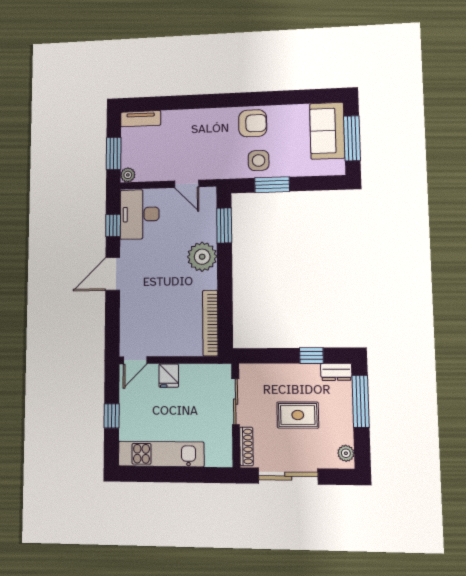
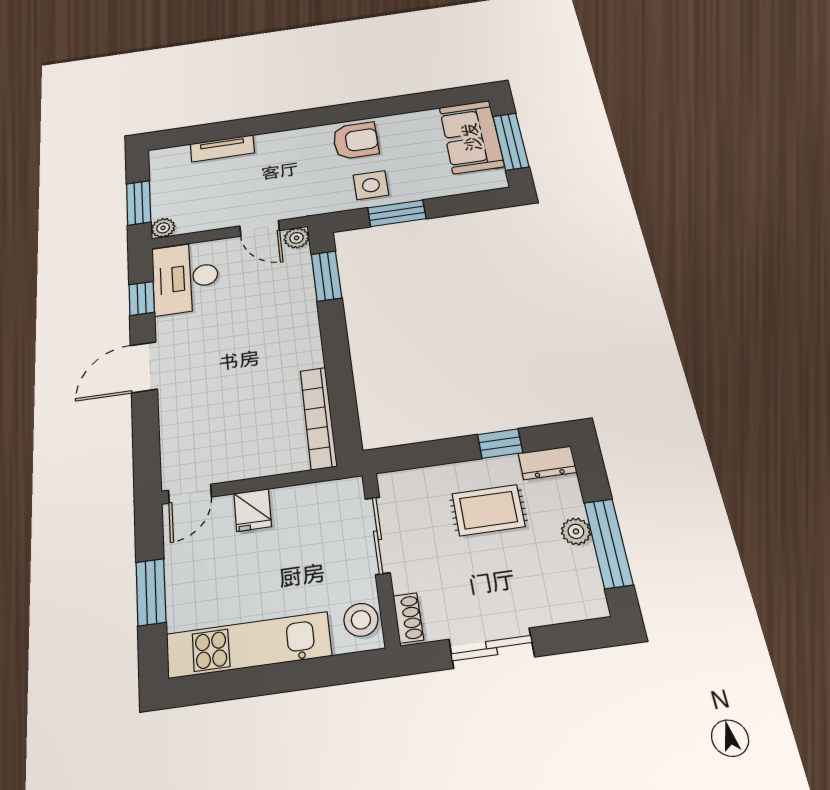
tv unit: (141, 119) -> (222, 148), moved
plant: (202, 257) -> (297, 238), moved, width x0.53, depth x0.53
window: (361, 401) -> (608, 543), moved
rug: (298, 415) -> (488, 510), moved
window: (112, 416) -> (151, 592), width x1.50
shoe rack: (246, 446) -> (408, 618), width x0.70
stool: (221, 449) -> (361, 620), added
plant: (346, 453) -> (576, 531), moved
sliding door: (288, 476) -> (492, 648), width x0.73

